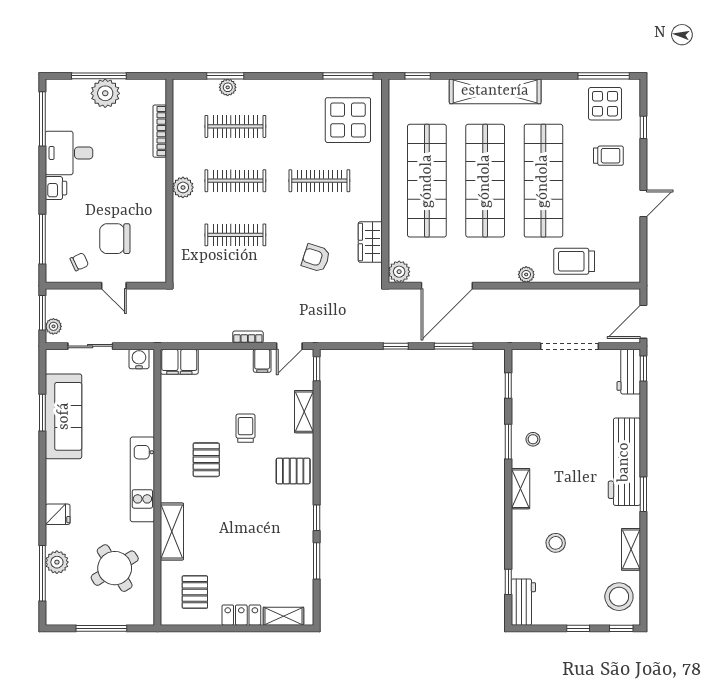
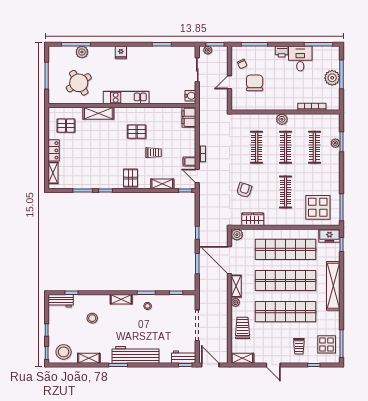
freezer: (401, 98) -> (329, 236), added
shelving: (631, 262) -> (242, 358), added
shelving: (496, 273) -> (236, 286), added
sofa: (64, 416) -> (160, 55), removed
fridge: (58, 514) -> (121, 52), moved

